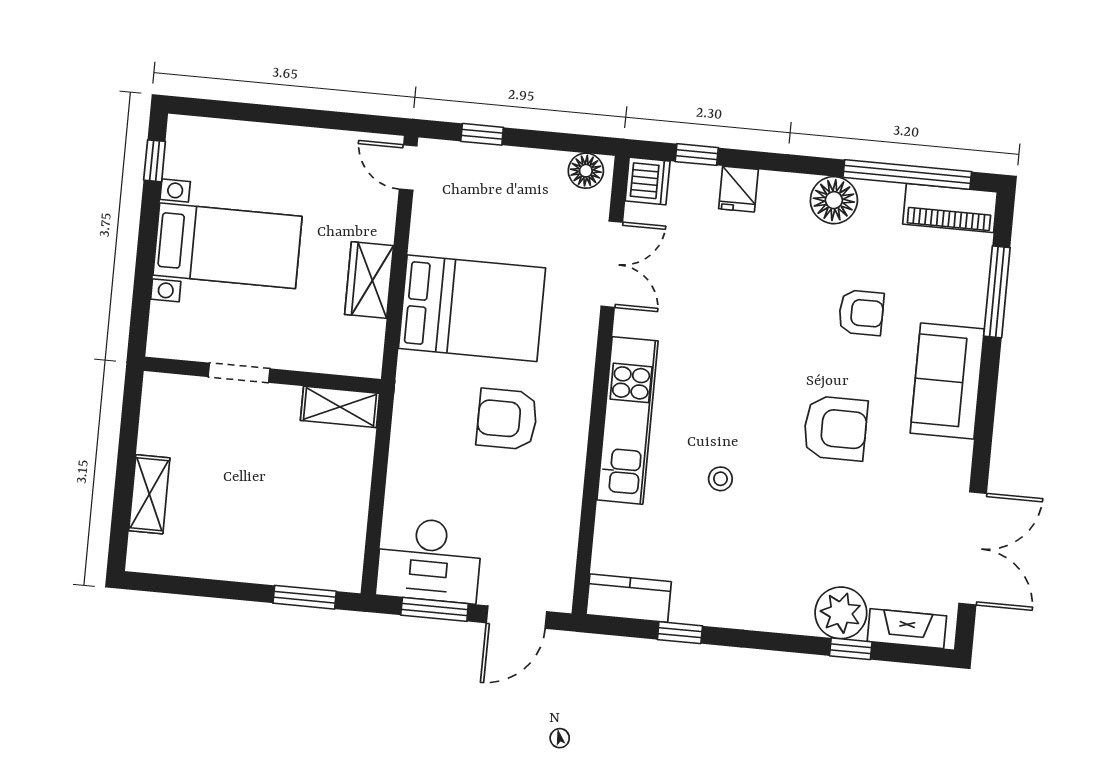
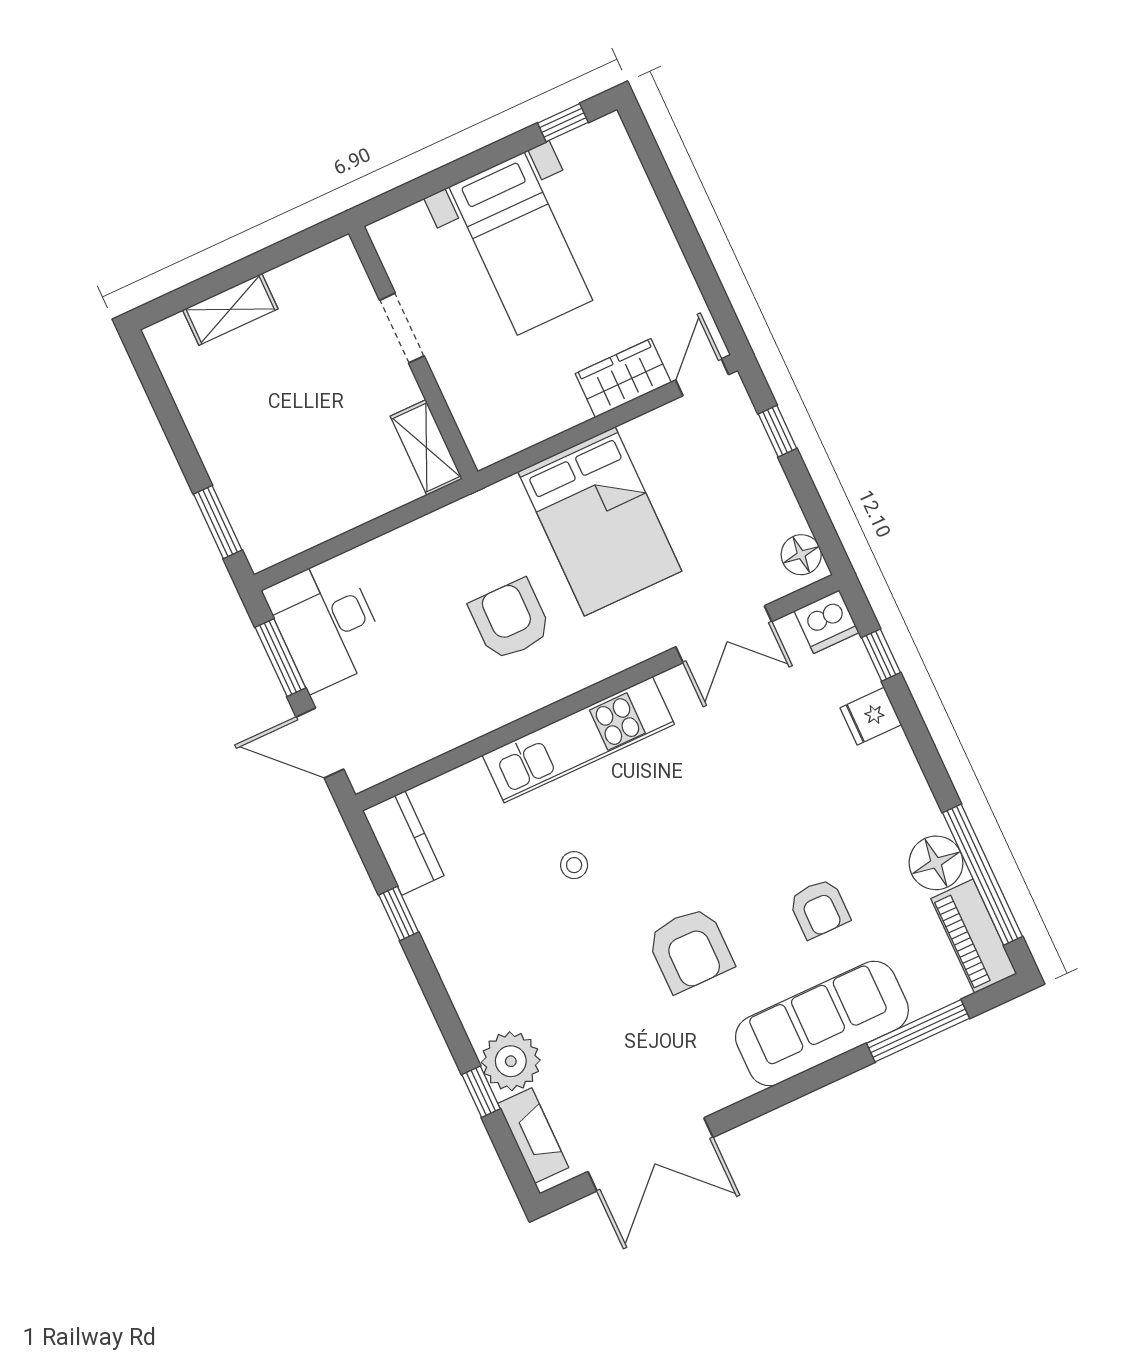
floor lamp: (834, 200) -> (936, 863), moved
wardrobe: (369, 280) -> (623, 378), moved
sofa: (947, 381) -> (822, 1024), width x1.36

